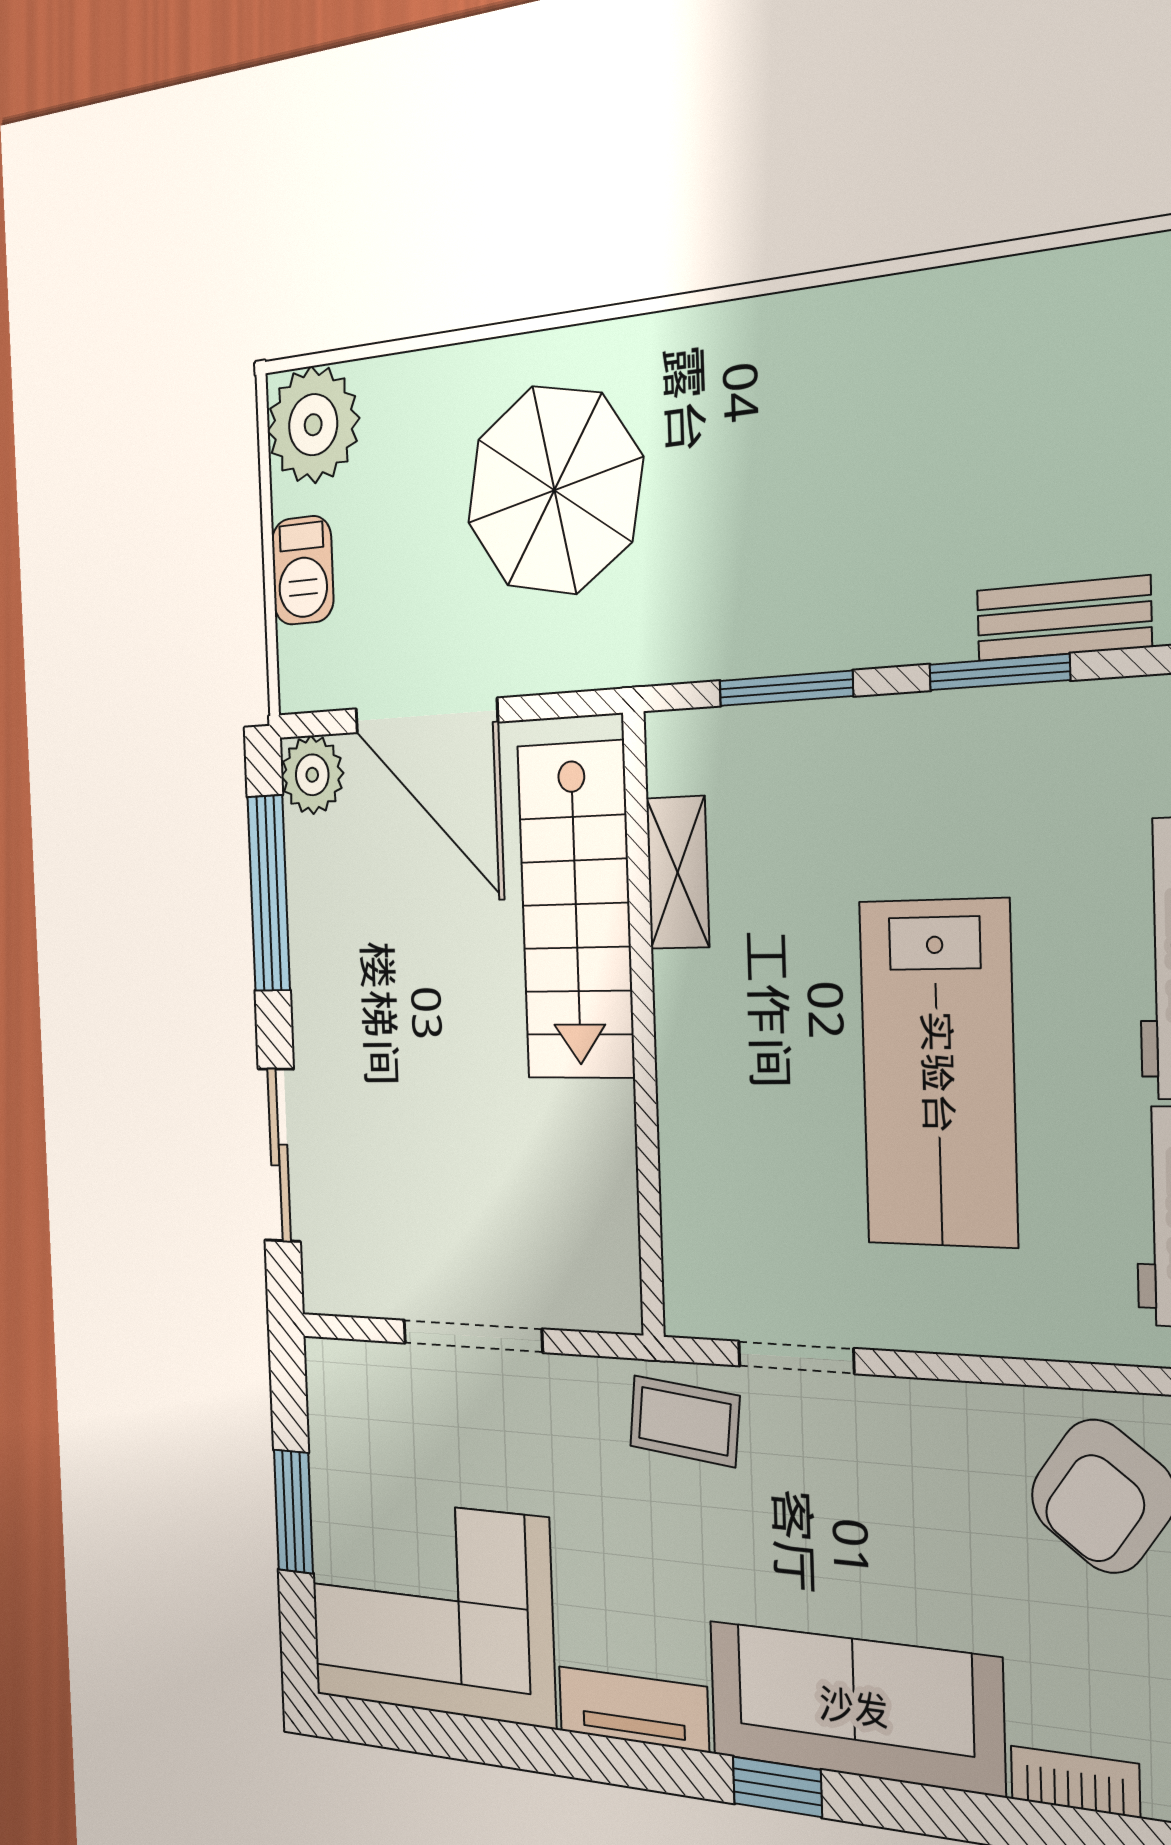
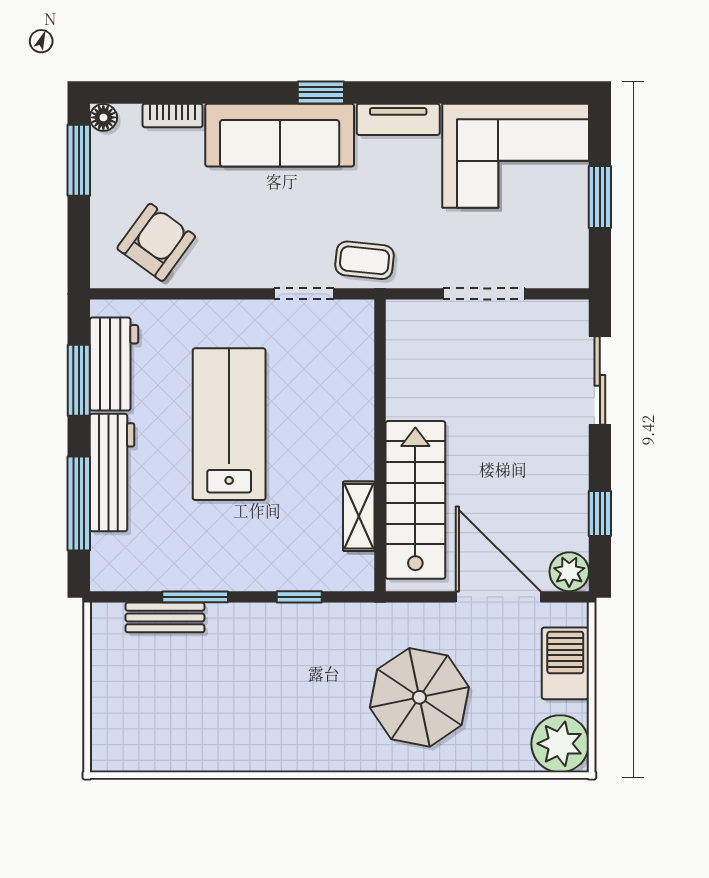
barbecue: (303, 570) -> (565, 663), width x1.38, depth x1.27
window: (786, 688) -> (299, 597), width x0.67
window: (269, 893) -> (600, 513), width x0.46

